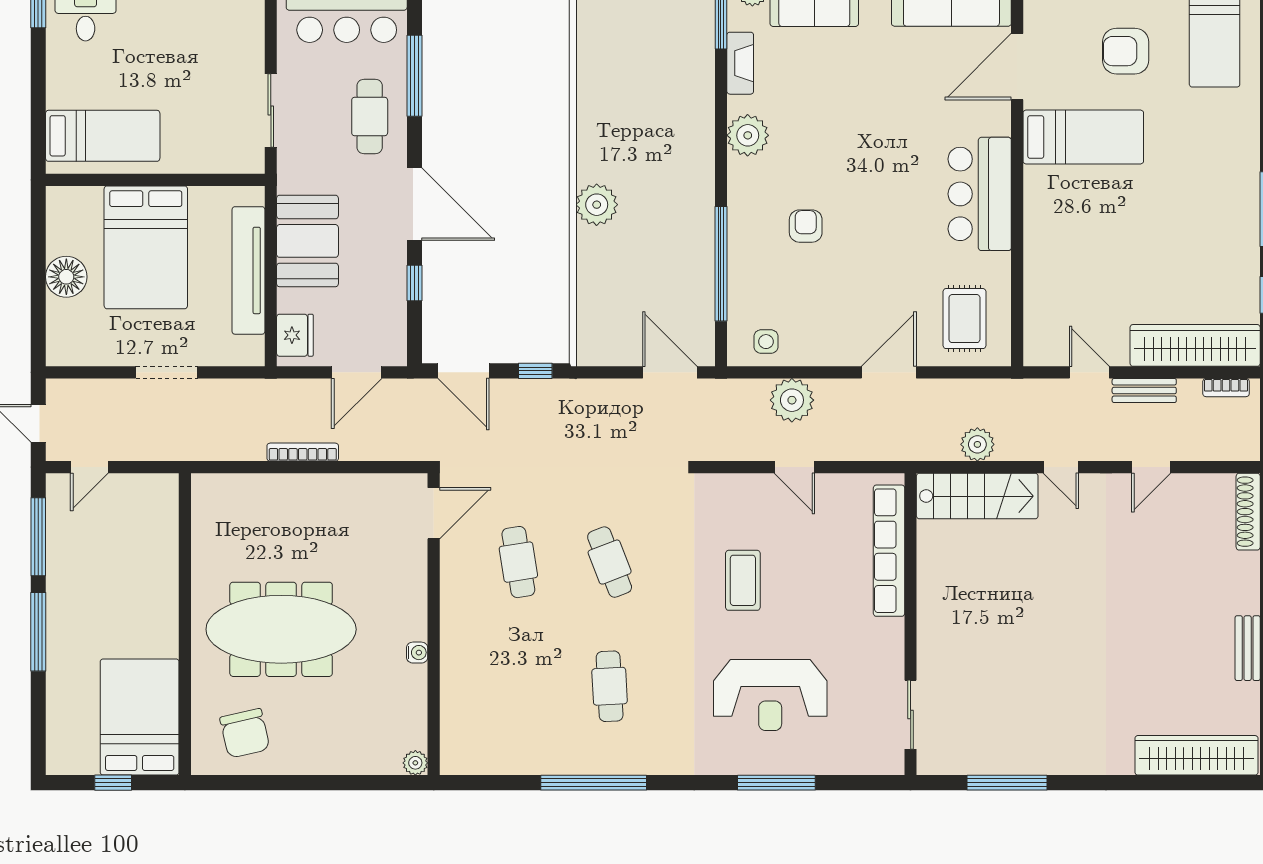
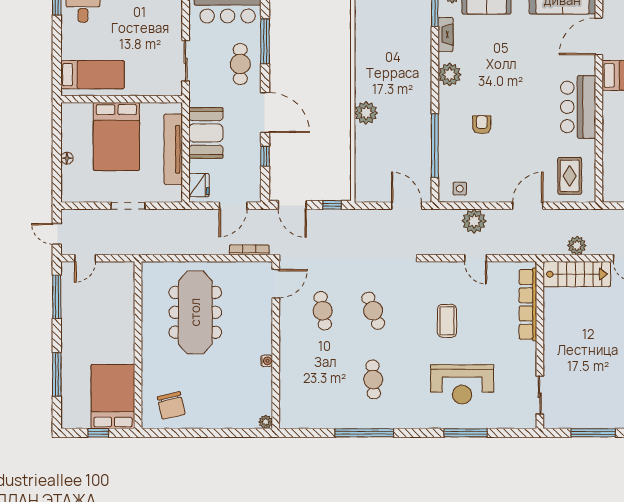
floor lamp: (66, 277) -> (67, 158), width x0.53, depth x0.53
bookcase: (303, 452) -> (249, 250), moved
meeting table: (281, 629) -> (195, 312), moved, turned 90
window: (38, 632) -> (57, 374), moved

